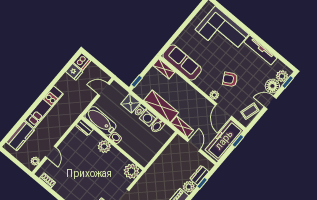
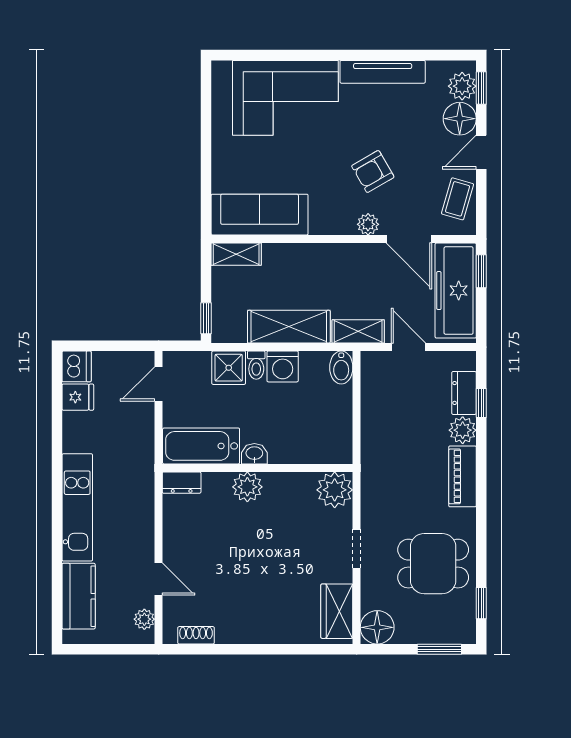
bidet: (157, 126) -> (341, 367), moved

